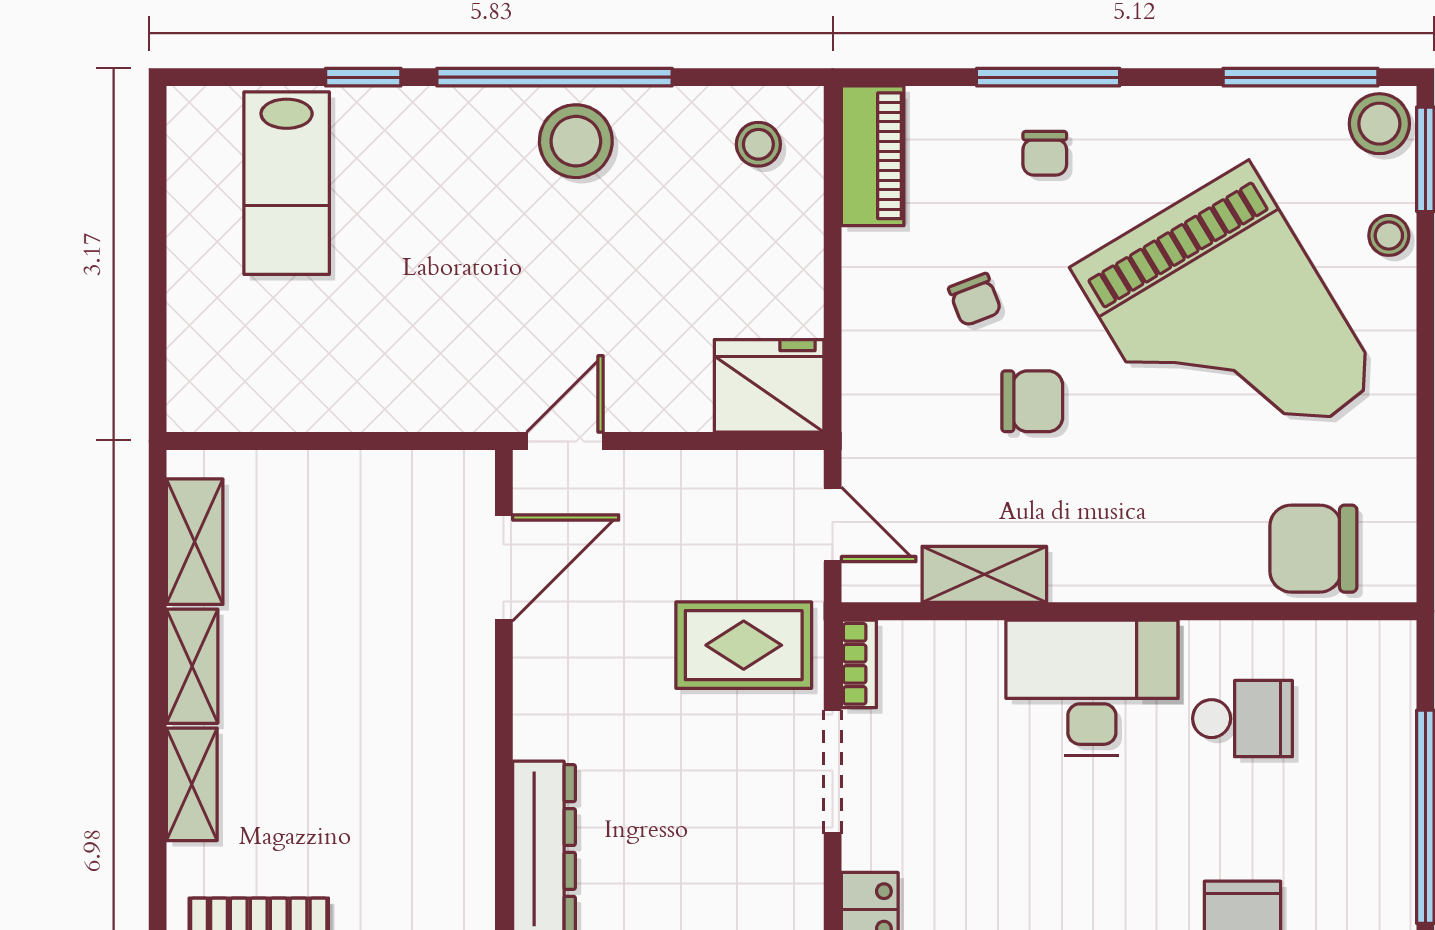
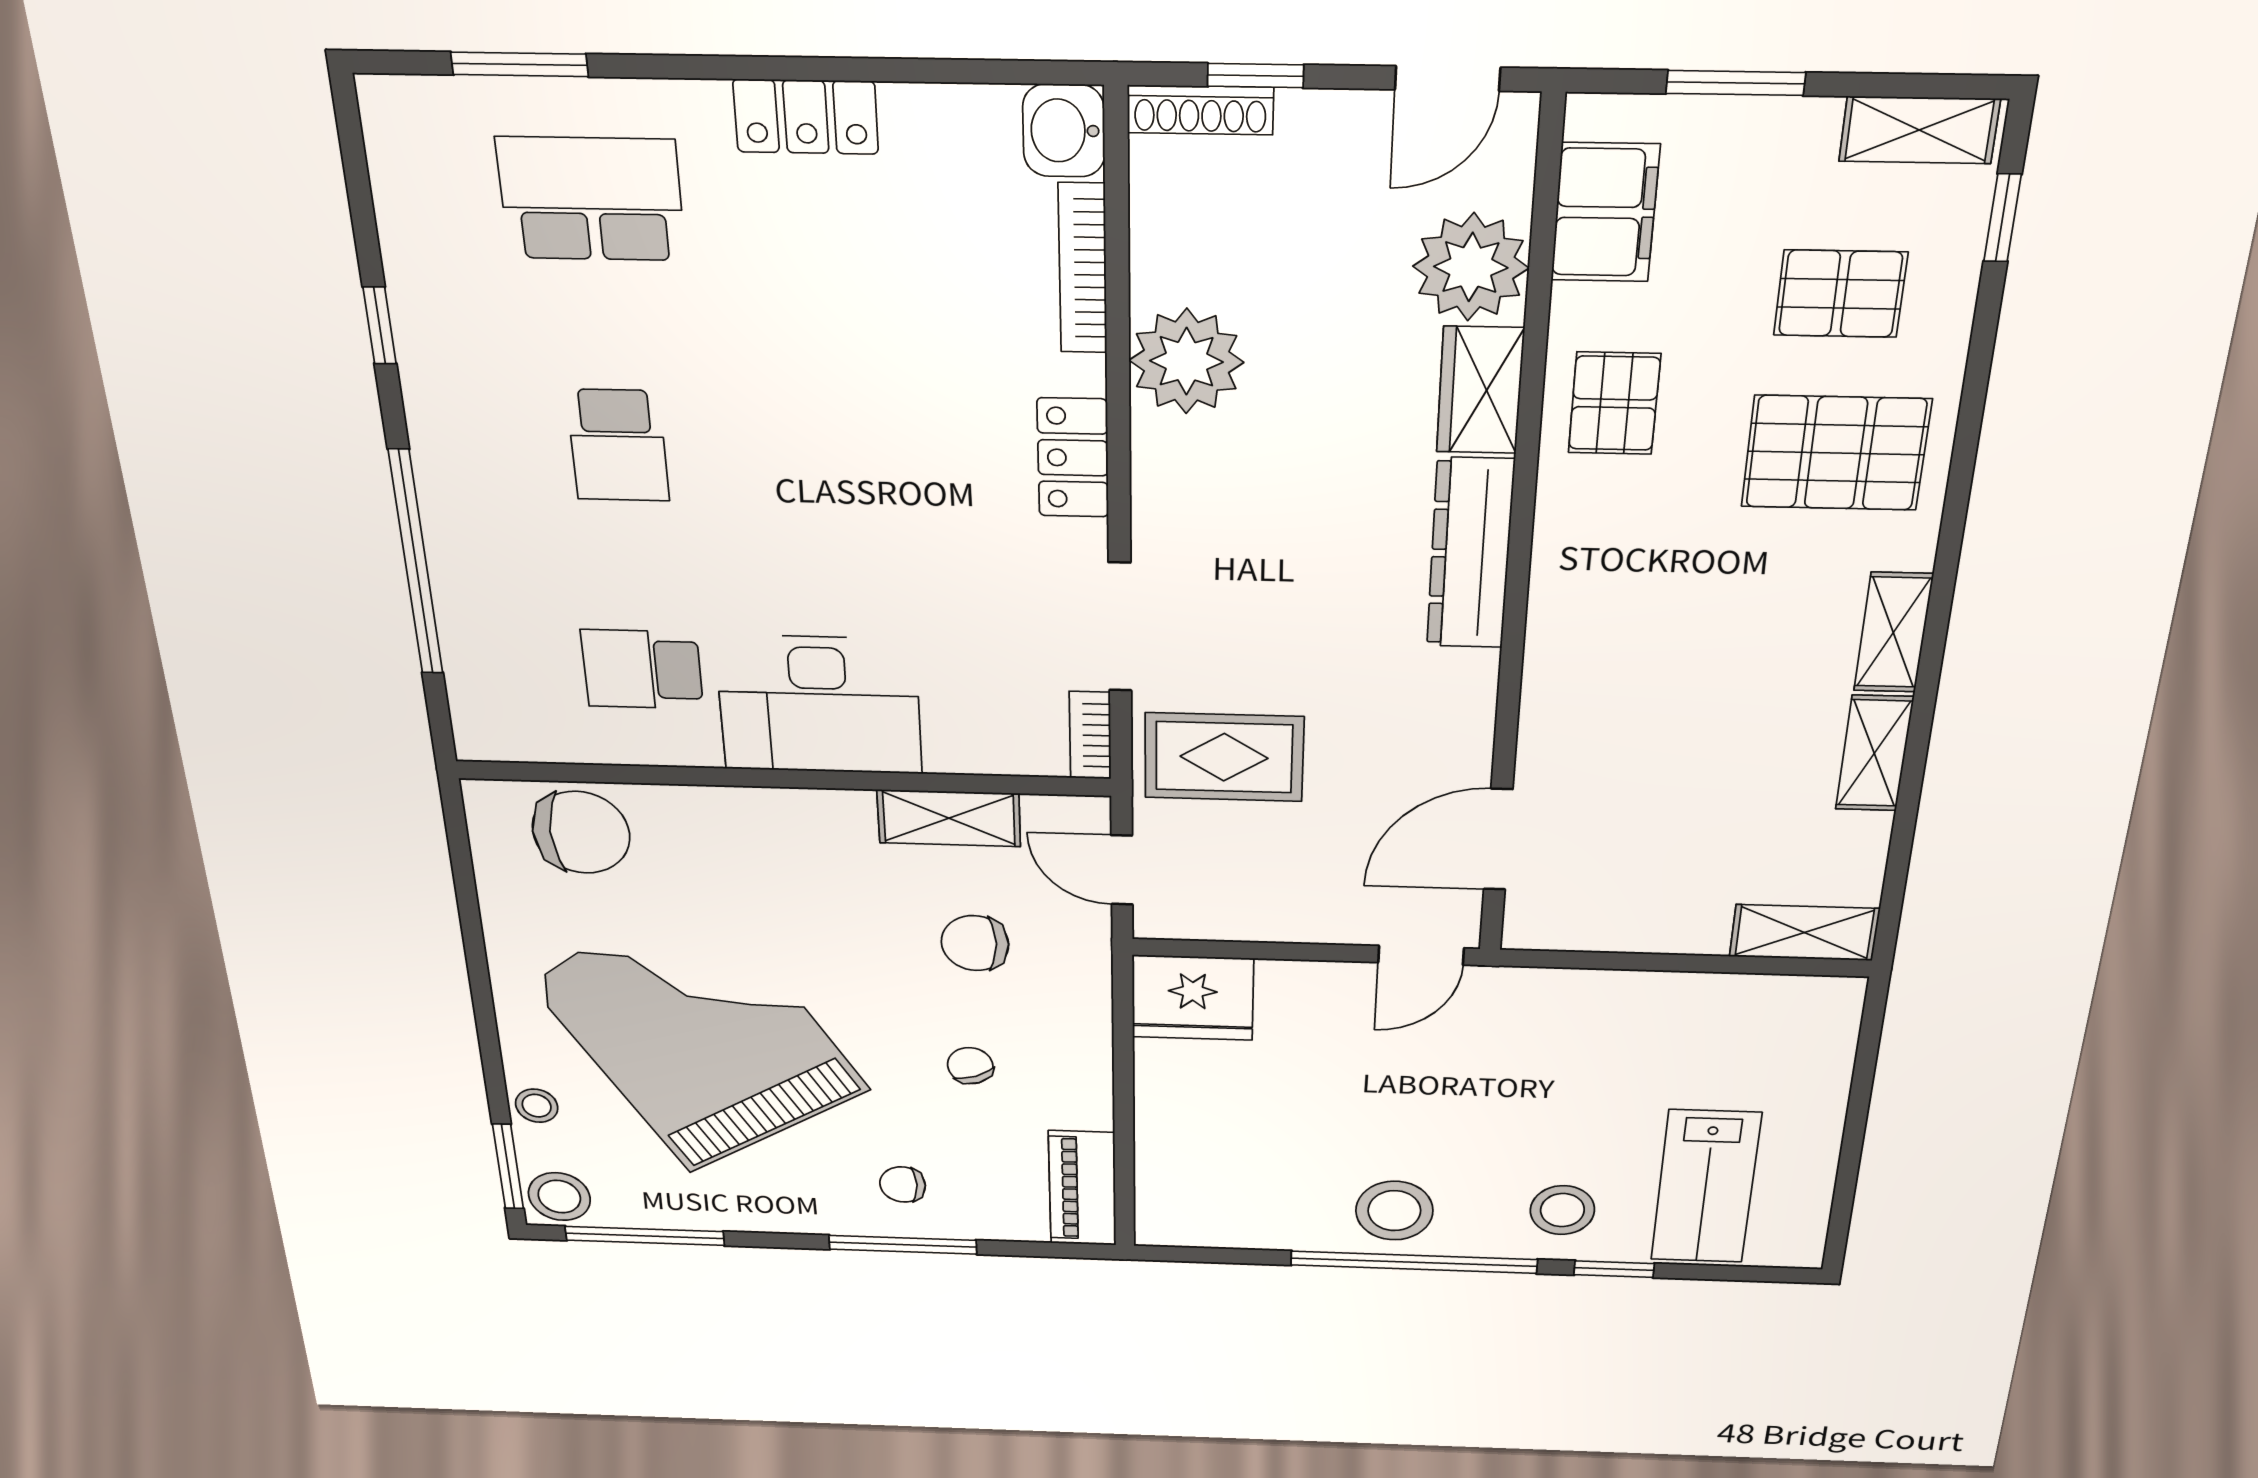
stool: (758, 144) -> (1562, 1210), moved, width x1.37, depth x1.37
chair: (1045, 153) -> (903, 1184), turned -90
lab bench: (287, 183) -> (1706, 1187), turned 180
chair: (1032, 401) -> (975, 943), moved
shelving: (195, 542) -> (1804, 933), moved, turned 90

